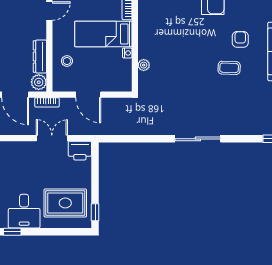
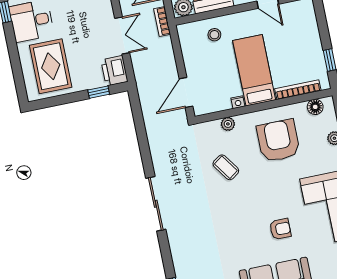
armchair: (166, 26) -> (278, 141), added
coffee table: (229, 68) -> (226, 167), moved, turned -37
door: (88, 95) -> (186, 93), moved
window: (95, 212) -> (99, 92), moved

